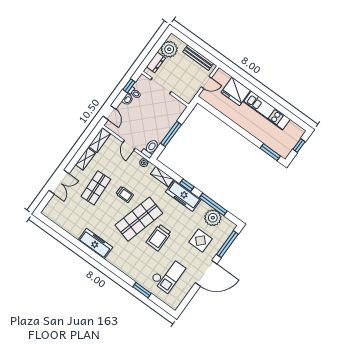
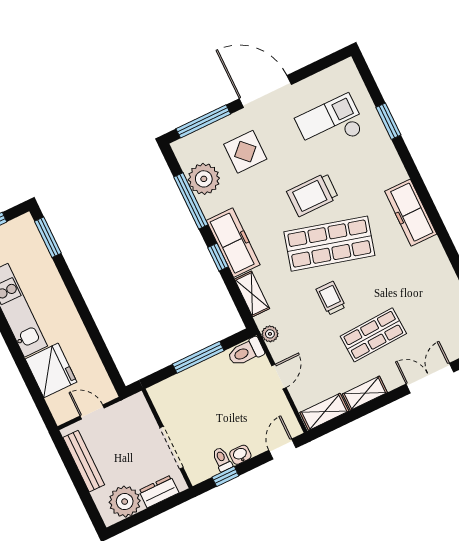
trolley: (159, 238) -> (313, 195), turned 180
freezer: (95, 244) -> (411, 213), moved

